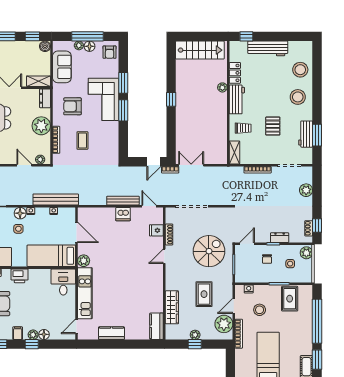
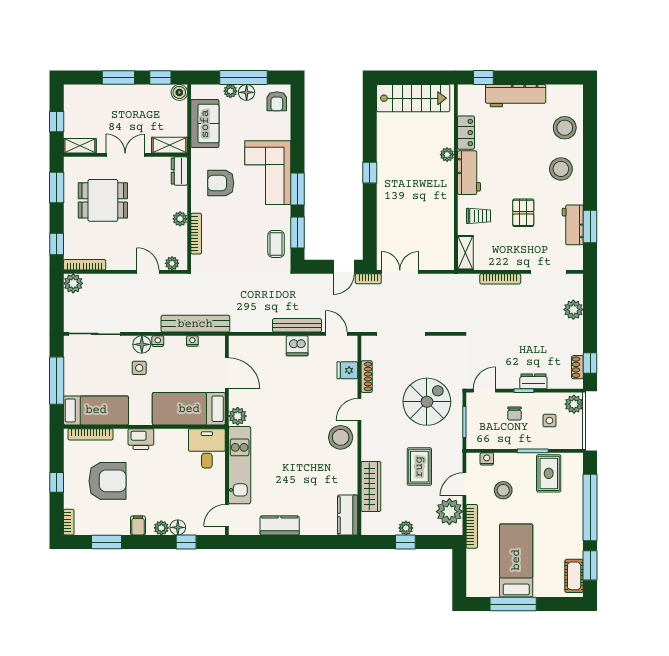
window: (123, 83) -> (298, 232), moved
plant: (41, 126) -> (180, 219), width x0.53, depth x0.53
coffee table: (82, 141) -> (276, 244), moved
stool: (152, 275) -> (341, 437), added
window: (32, 344) -> (186, 542), moved

